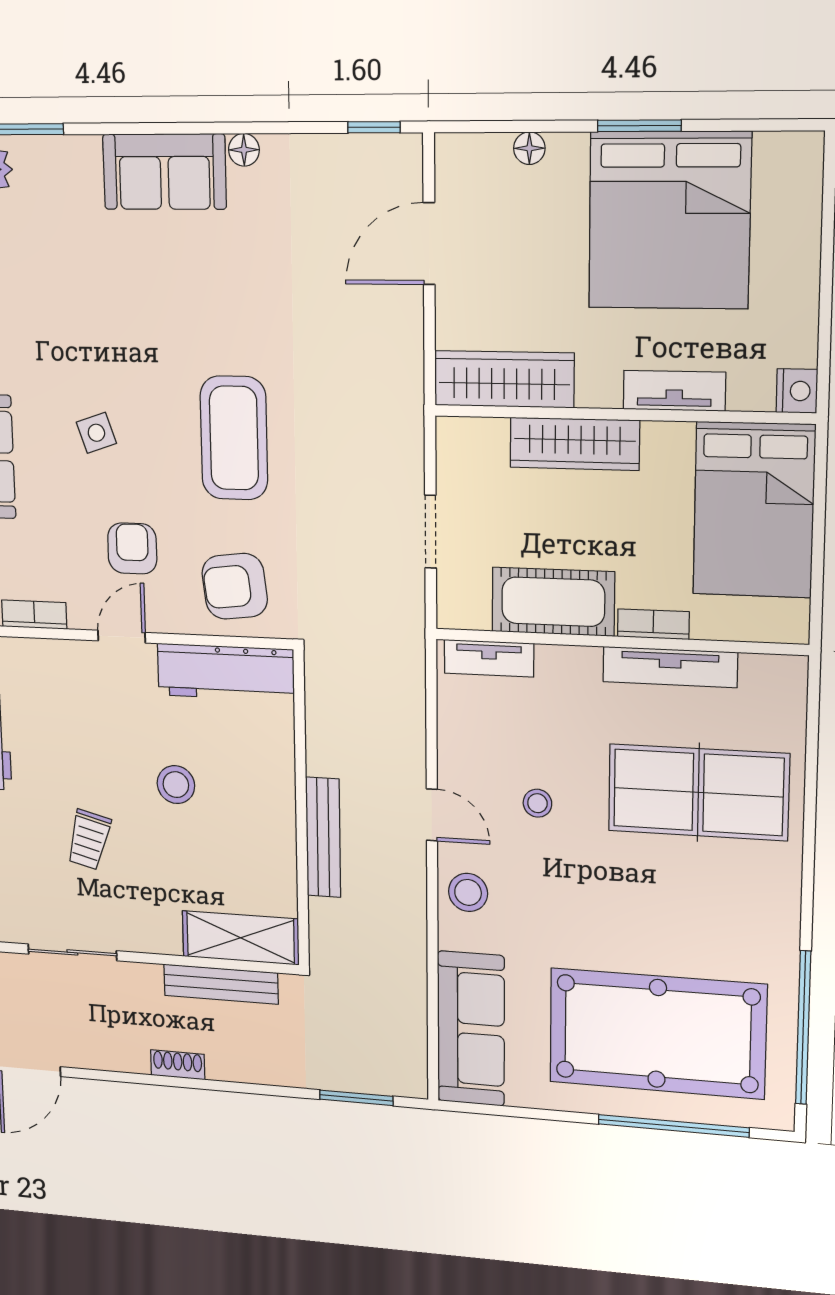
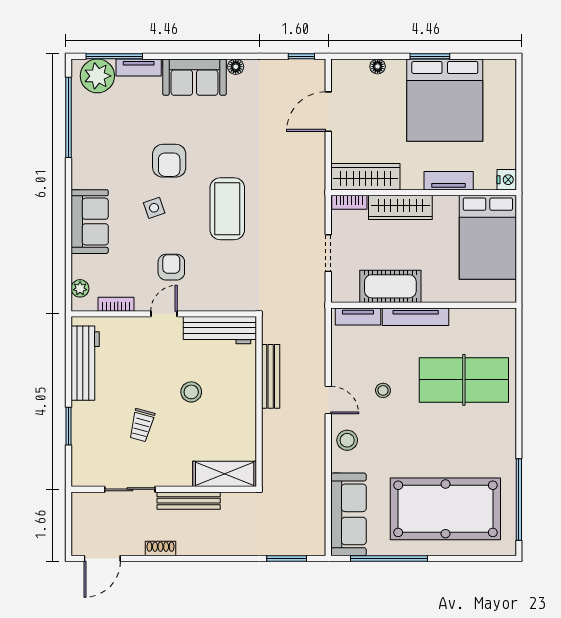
tv unit: (57, 152) -> (139, 67), added
armchair: (235, 586) -> (169, 161), moved, turned -83
bookcase: (653, 624) -> (349, 202), moved, turned 180
tv unit: (670, 667) -> (416, 317), moved
bench: (323, 837) -> (271, 376), moved
bench: (221, 984) -> (189, 501), moved
shoe rack: (178, 1065) -> (161, 549), moved
window: (673, 1126) -> (389, 558), moved

